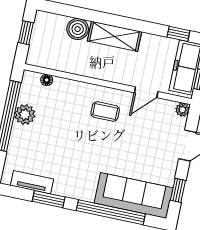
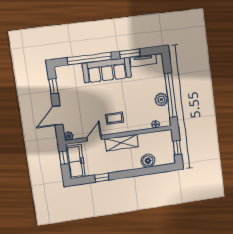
window: (178, 34) -> (102, 178), moved
shelving: (114, 36) -> (122, 143), moved
sofa: (134, 195) -> (107, 70), moved

